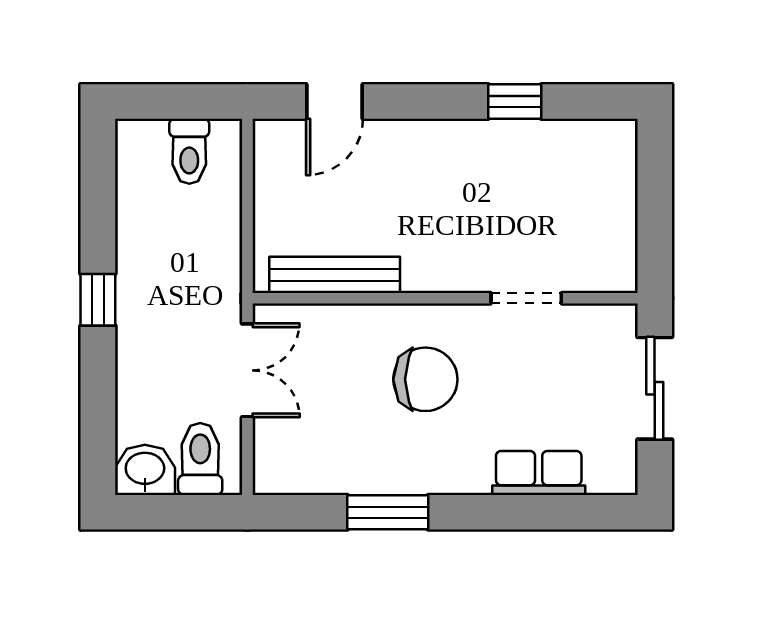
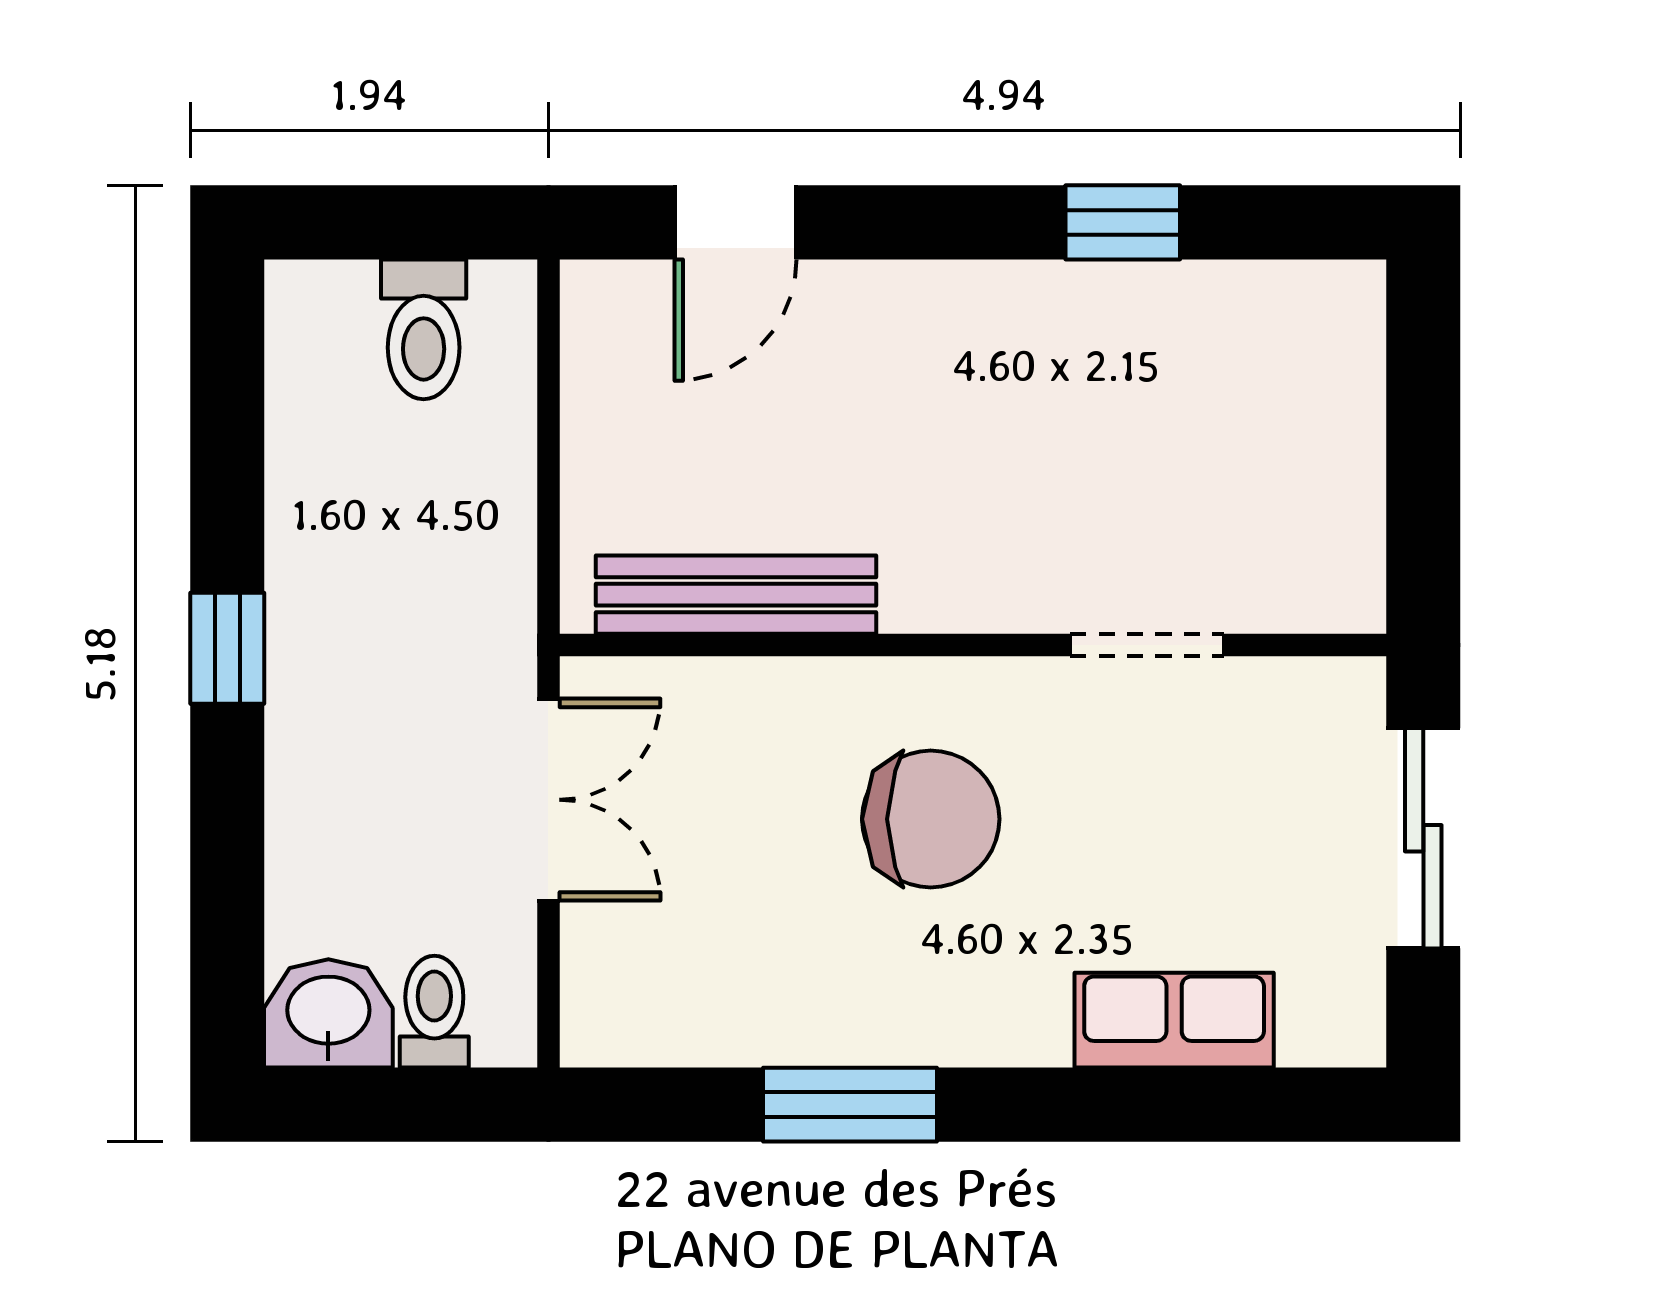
toilet: (200, 459) -> (434, 1012), width x0.73, depth x0.72

